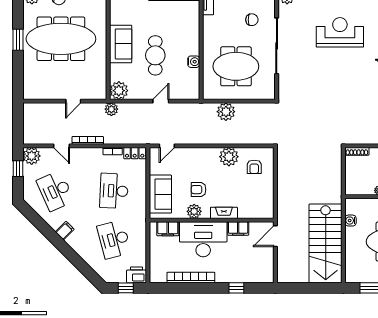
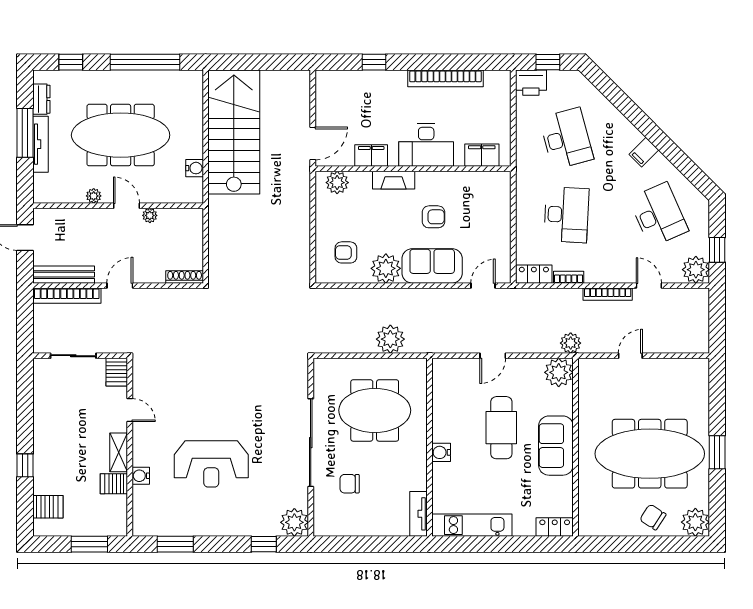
water cooler: (194, 62) -> (441, 452), moved
armchair: (254, 167) -> (346, 252), turned -90
sofa: (160, 194) -> (432, 266), moved, turned 90
plant: (194, 211) -> (337, 183), moved
desk: (203, 239) -> (426, 145), width x0.73, depth x0.77

